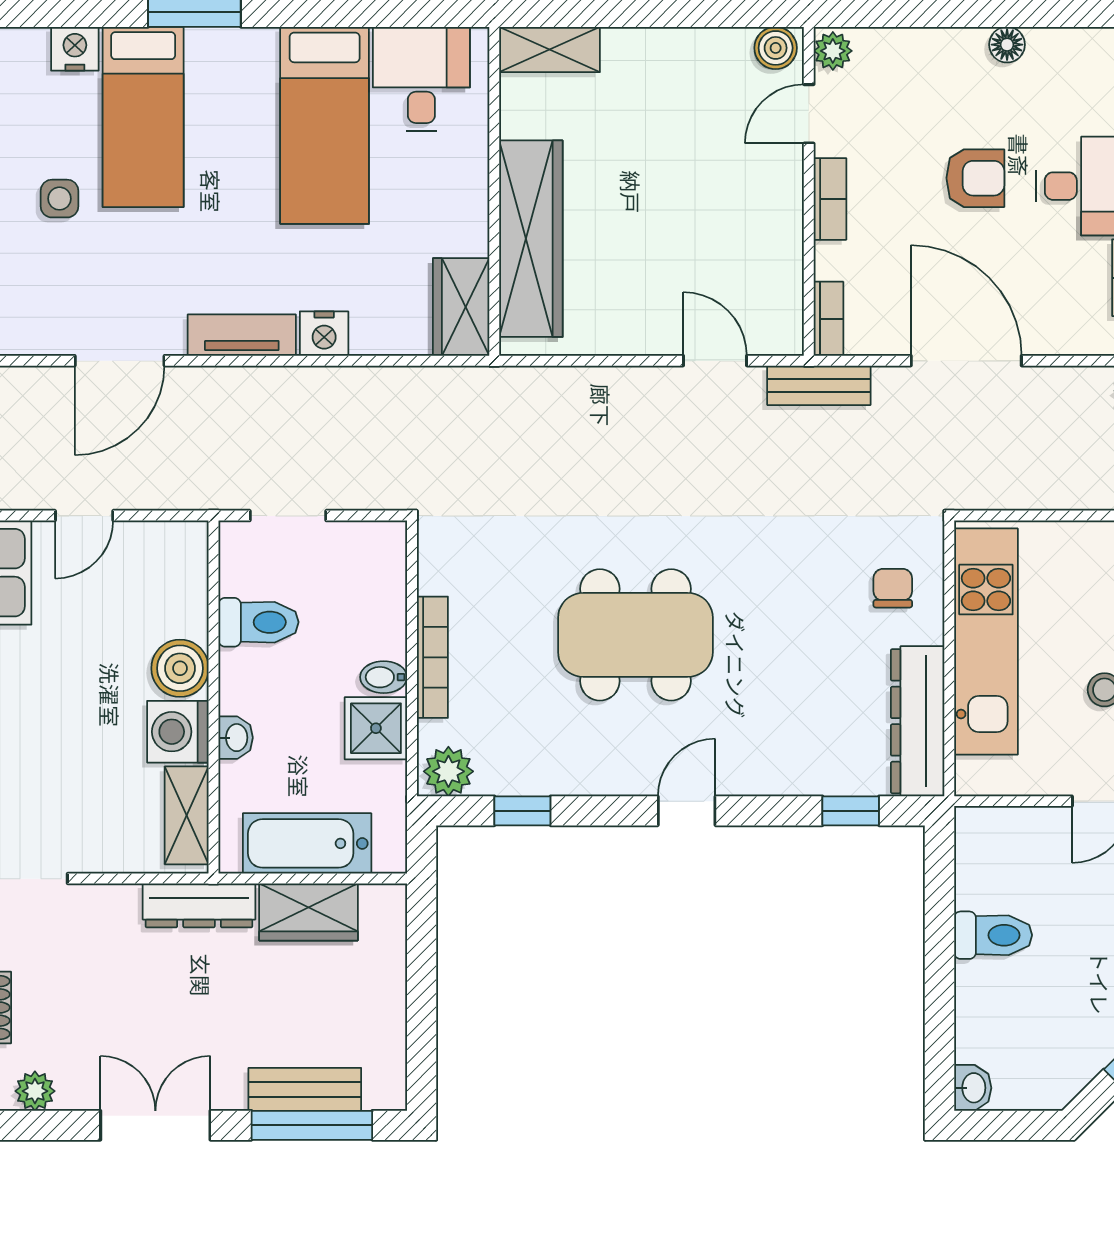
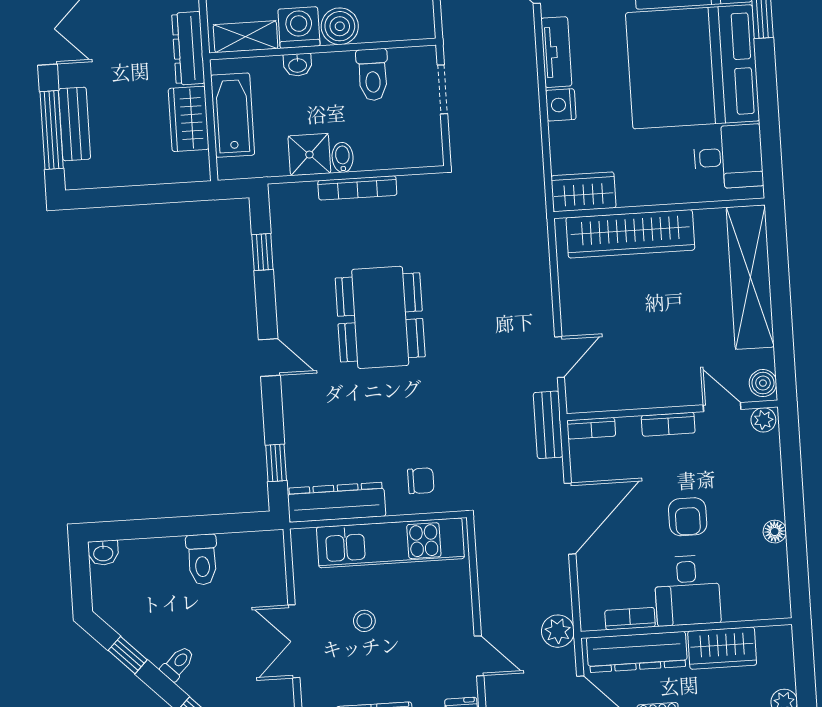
shelving: (550, 49) -> (750, 277), width x2.20, depth x1.33
bed: (325, 125) -> (693, 67), width x2.04
plant: (448, 771) -> (285, 203), removed

